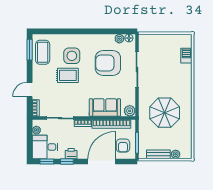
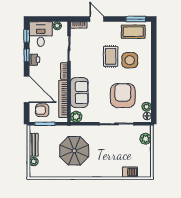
plant: (152, 40) -> (146, 139), added

